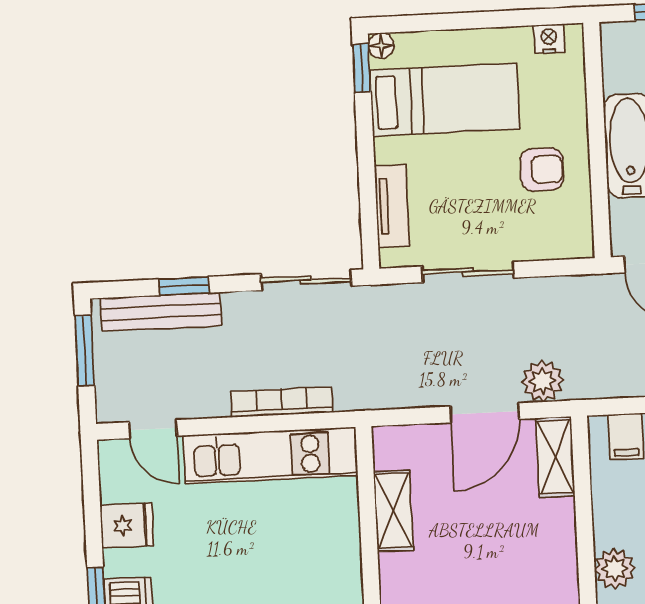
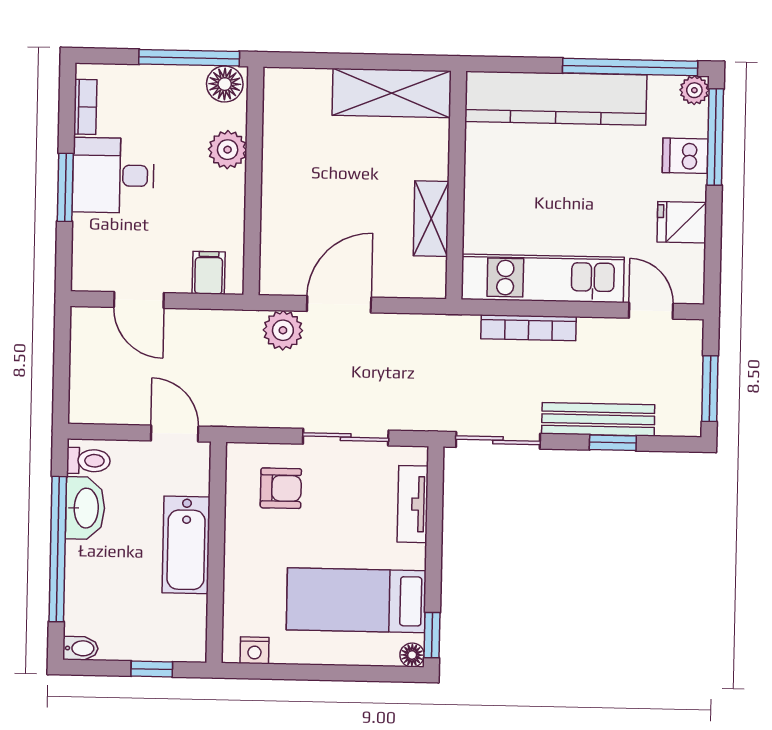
armchair: (542, 169) -> (281, 488), moved, turned 180
bench: (161, 312) -> (598, 419), moved
shelving: (555, 457) -> (276, 258), removed

